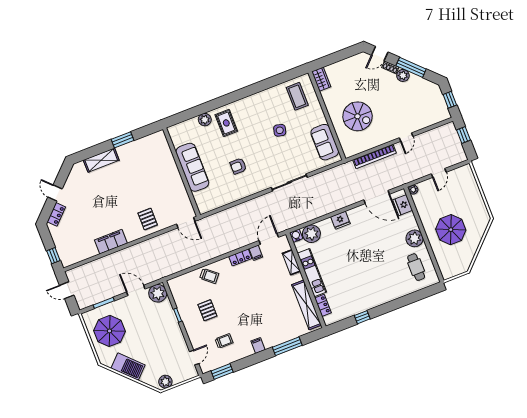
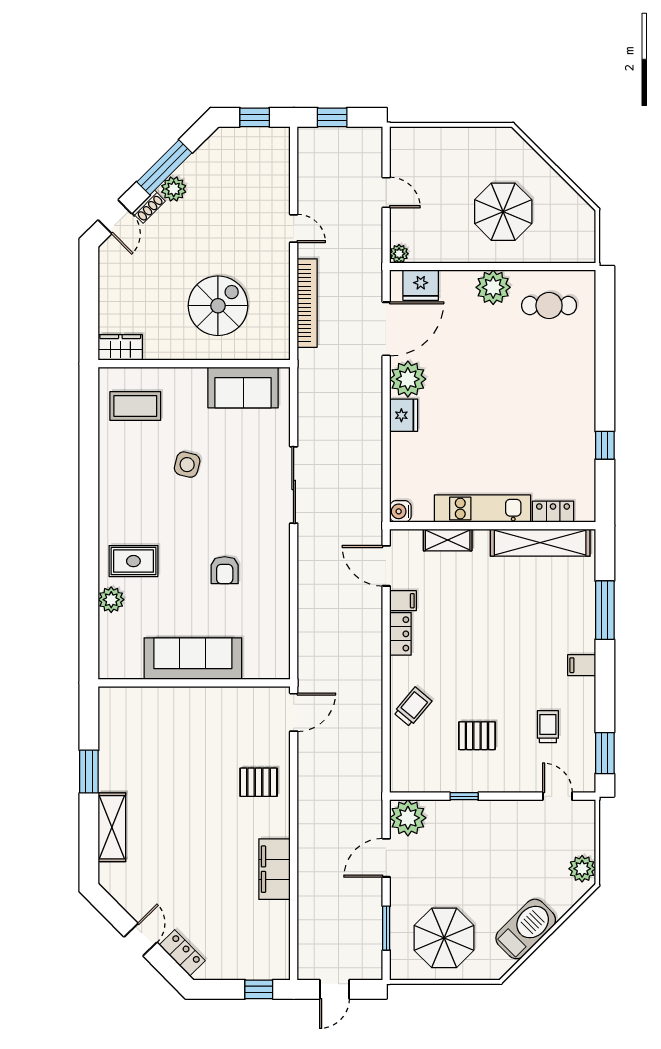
door: (55, 193) -> (140, 940), swing flipped
plant: (311, 234) -> (408, 379), moved

